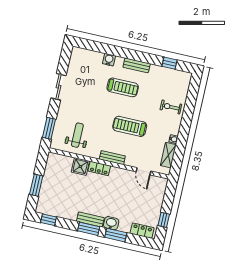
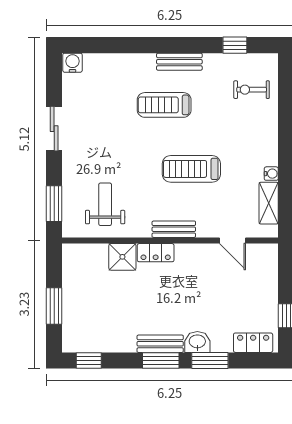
water cooler: (109, 60) -> (72, 63), moved
treadmill: (123, 87) -> (164, 105), turned 180
exercise bike: (171, 107) -> (252, 90), moved

